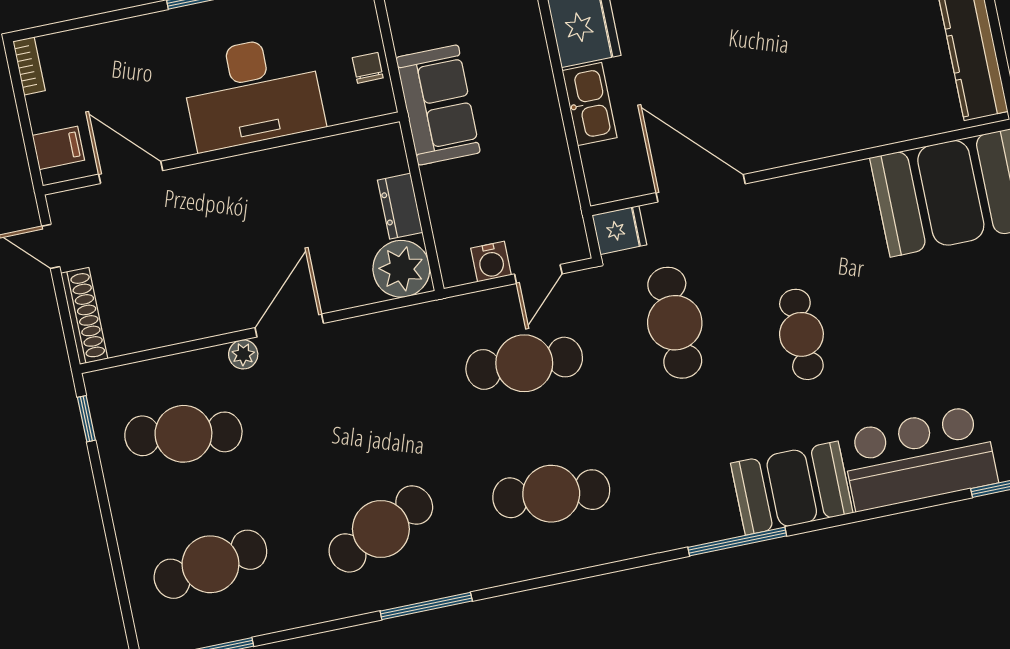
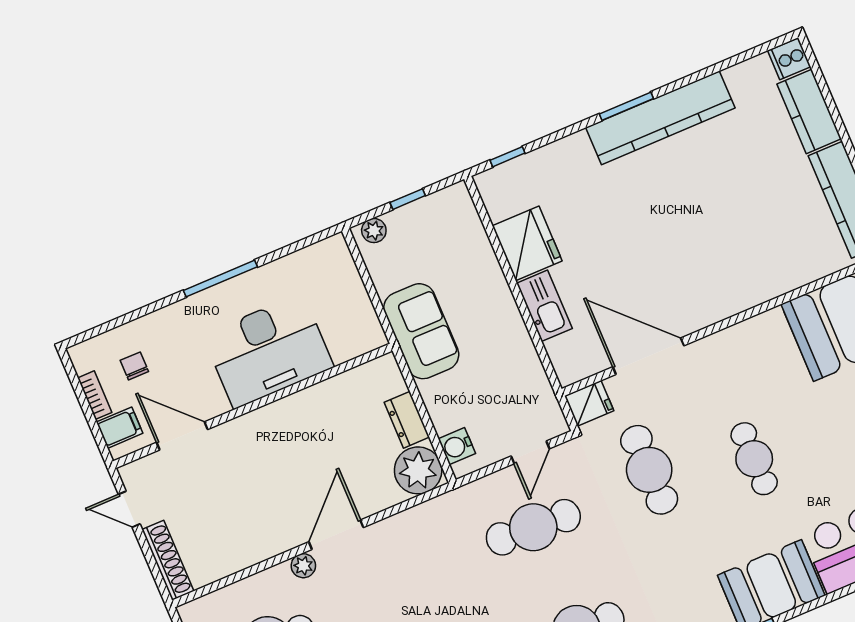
bookcase: (29, 66) -> (95, 395), moved
chair: (368, 68) -> (134, 366), moved
water cooler: (491, 262) -> (457, 446), moved, turned 90

